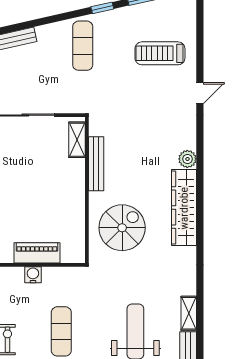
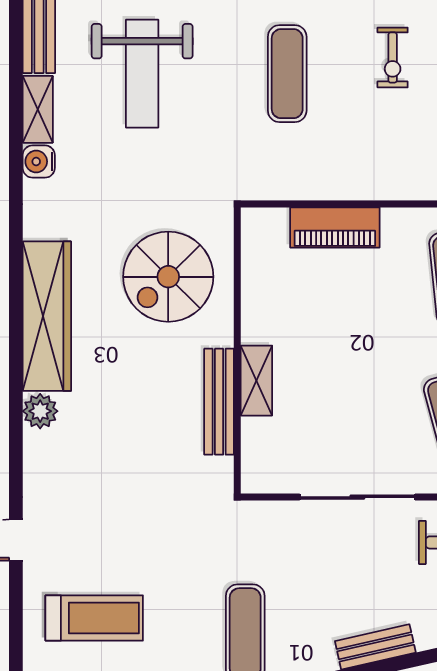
shelving: (77, 140) -> (256, 381), moved
water cooler: (33, 275) -> (39, 162), moved, turned 90

